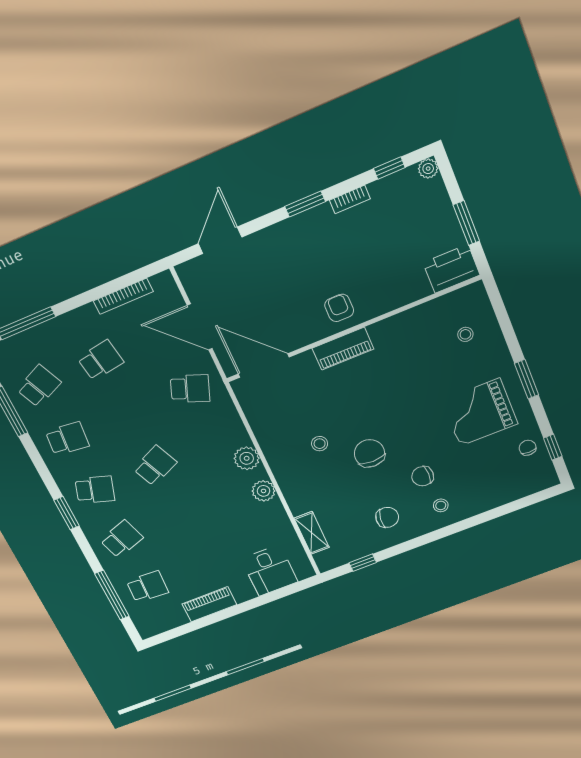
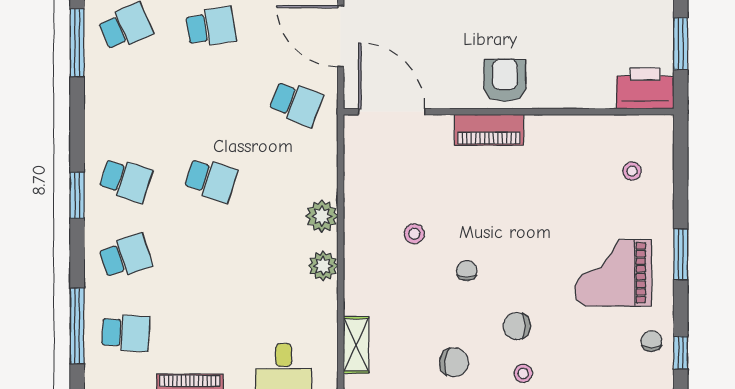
armchair: (339, 308) -> (505, 80), width x1.38, depth x1.38
school desk: (67, 439) -> (126, 103), removed
chair: (370, 453) -> (467, 271), width x0.54, depth x0.54
school desk: (155, 466) -> (211, 180), turned 42

